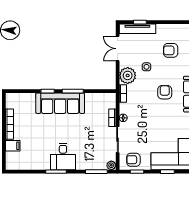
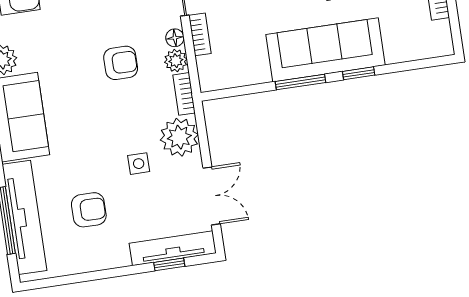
armchair: (165, 92) -> (121, 63), moved, turned -90
plant: (124, 108) -> (176, 61), added

